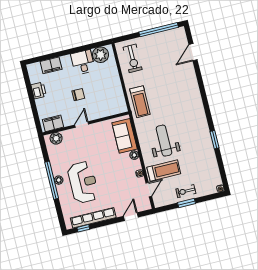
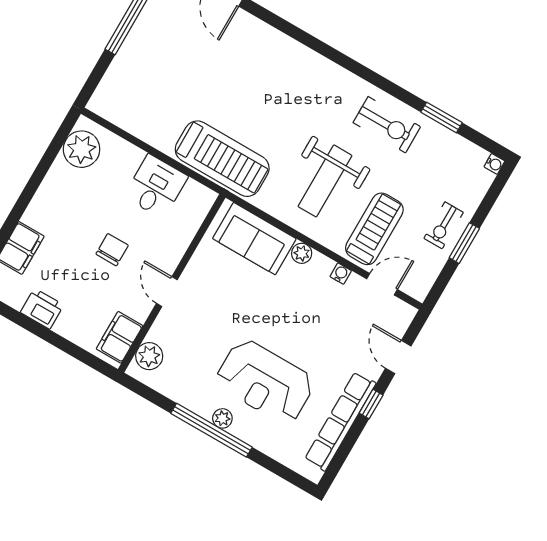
exercise bike: (133, 58) -> (387, 125), moved
desk: (83, 62) -> (156, 186), moved, turned 90
treadmill: (140, 102) -> (222, 159), width x1.37, depth x1.38
window: (214, 140) -> (442, 117), moved
weight bench: (164, 141) -> (325, 181), turned -90
reception desk: (83, 182) -> (265, 382), turned 180
door: (149, 190) -> (382, 284), hinge flipped
window: (83, 228) -> (371, 404), moved

